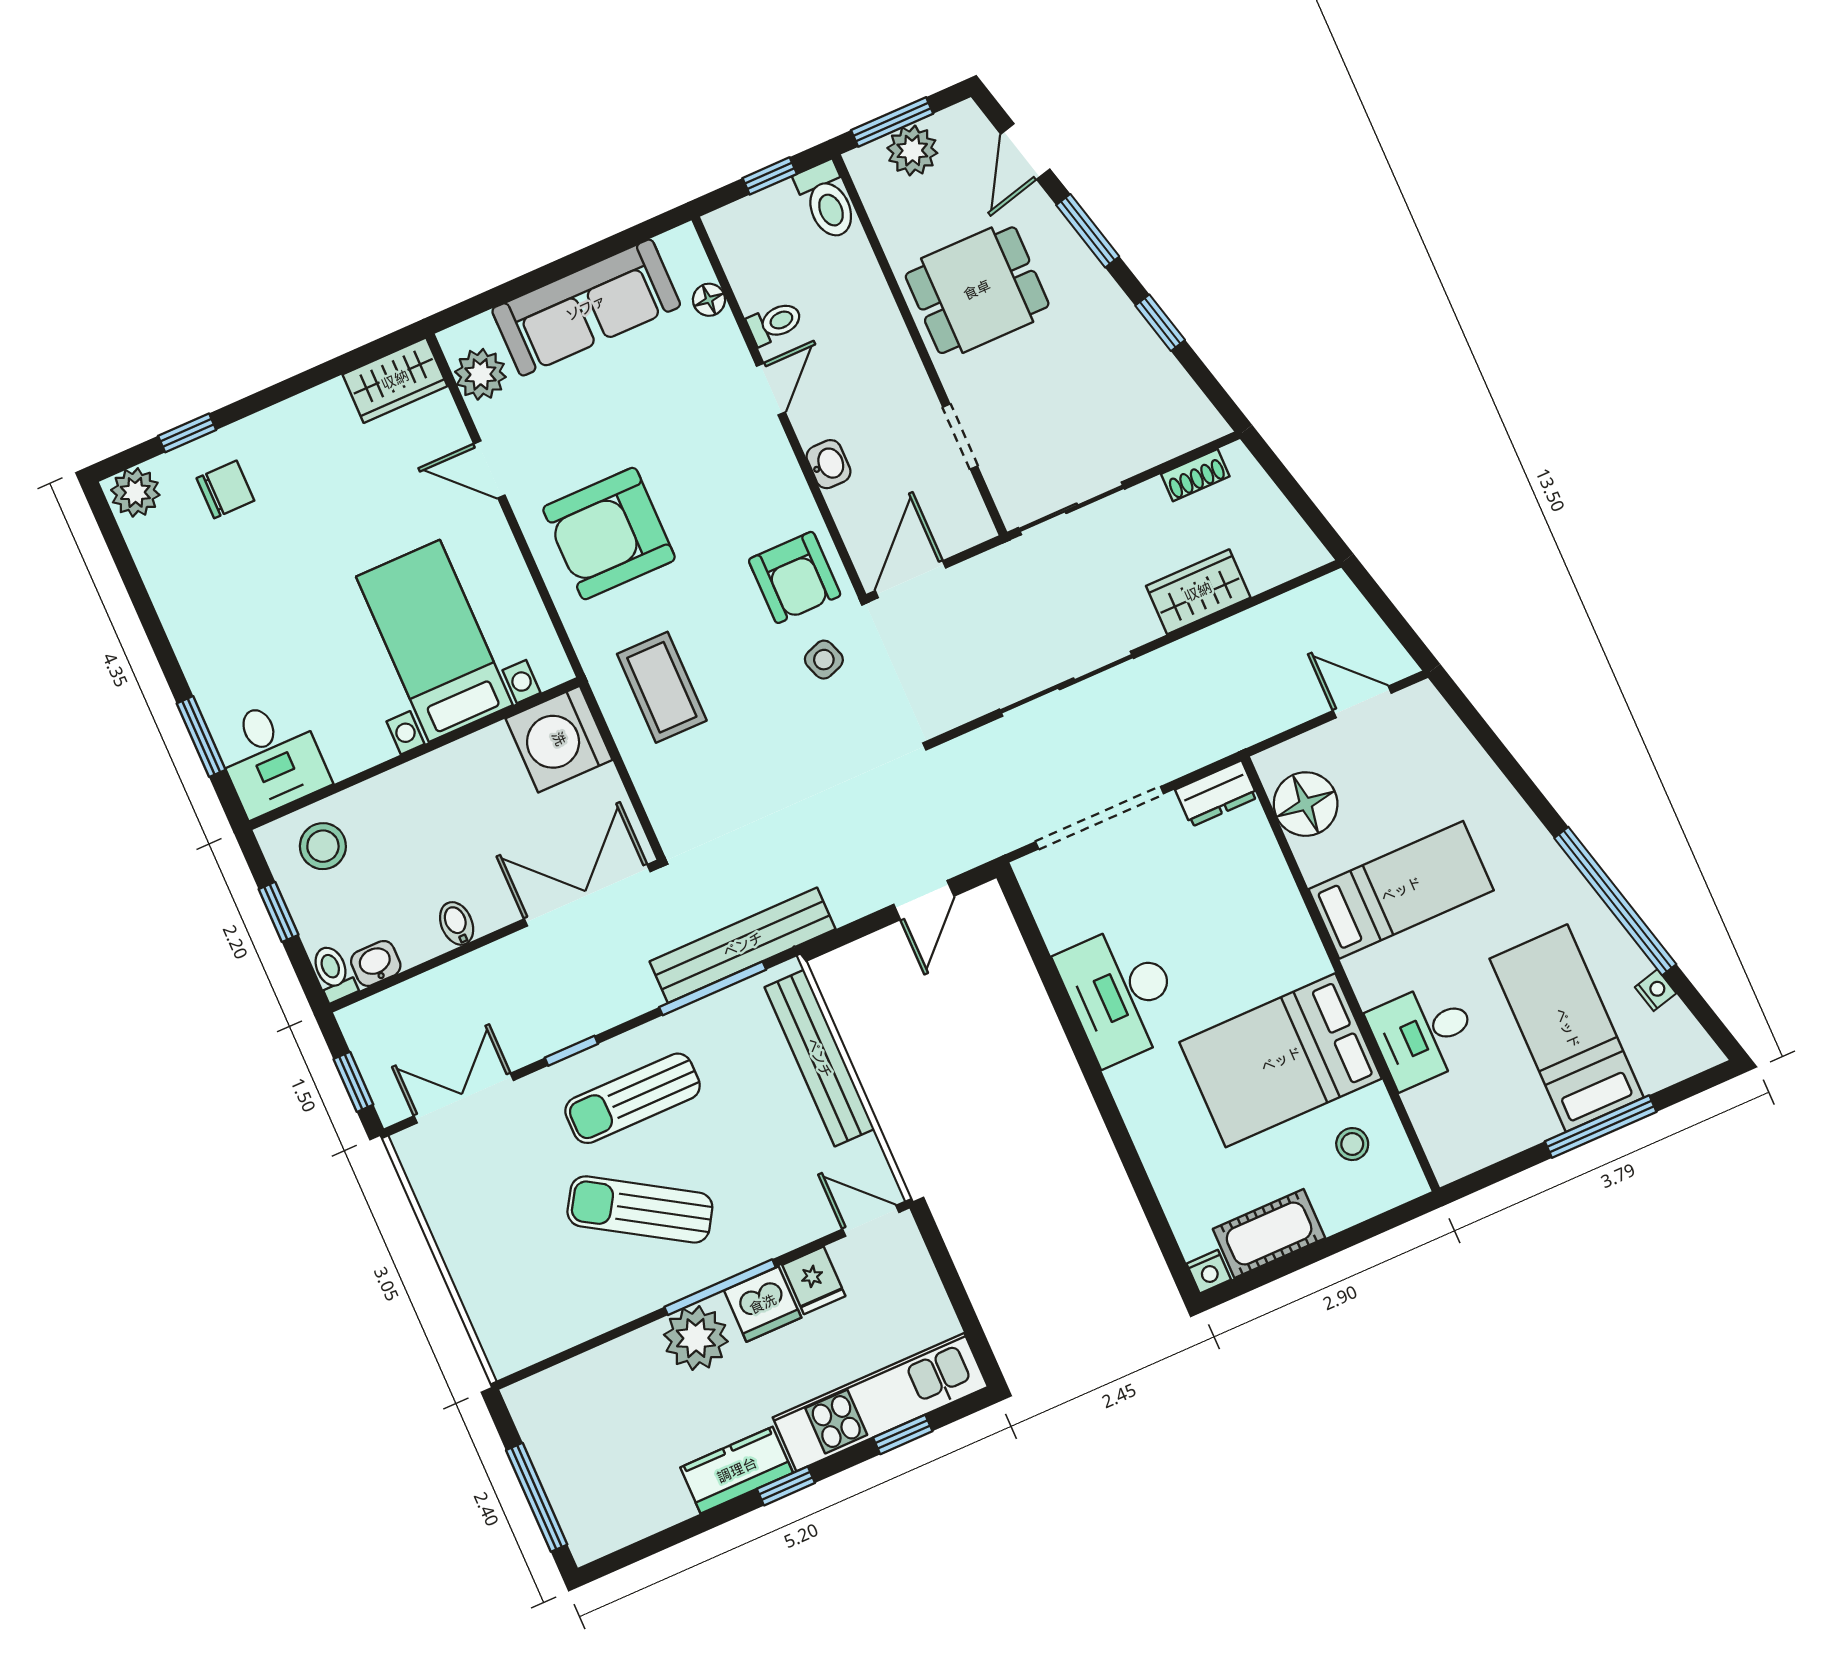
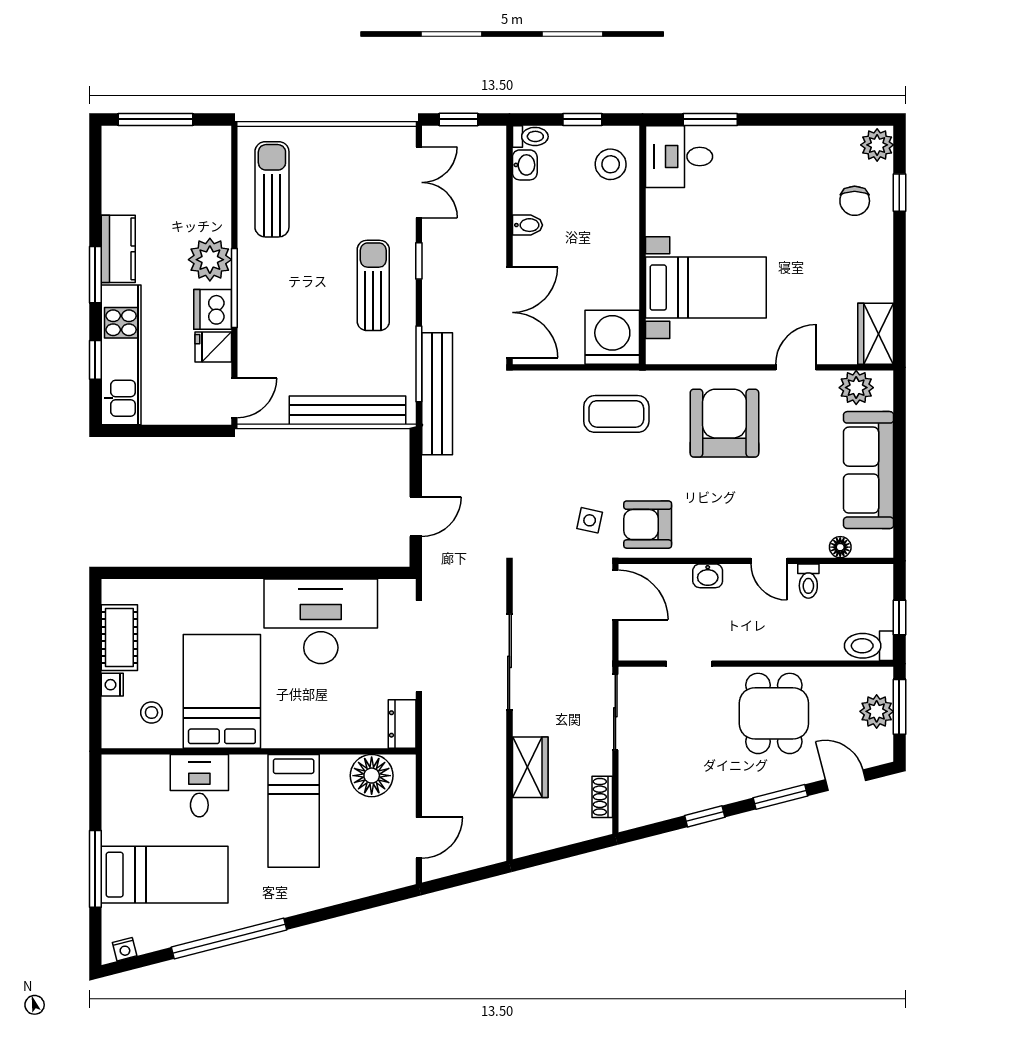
side table: (824, 660) -> (590, 520), turned 32
door: (924, 900) -> (416, 517), swing flipped
nightstand: (1656, 990) -> (125, 949), moved
desk: (1121, 994) -> (321, 621), width x1.36, depth x1.30
sun lounger: (640, 1209) -> (272, 189), moved, turned -32
nightstand: (1209, 1272) -> (112, 685), moved
window: (786, 1486) -> (95, 275), width x1.50

